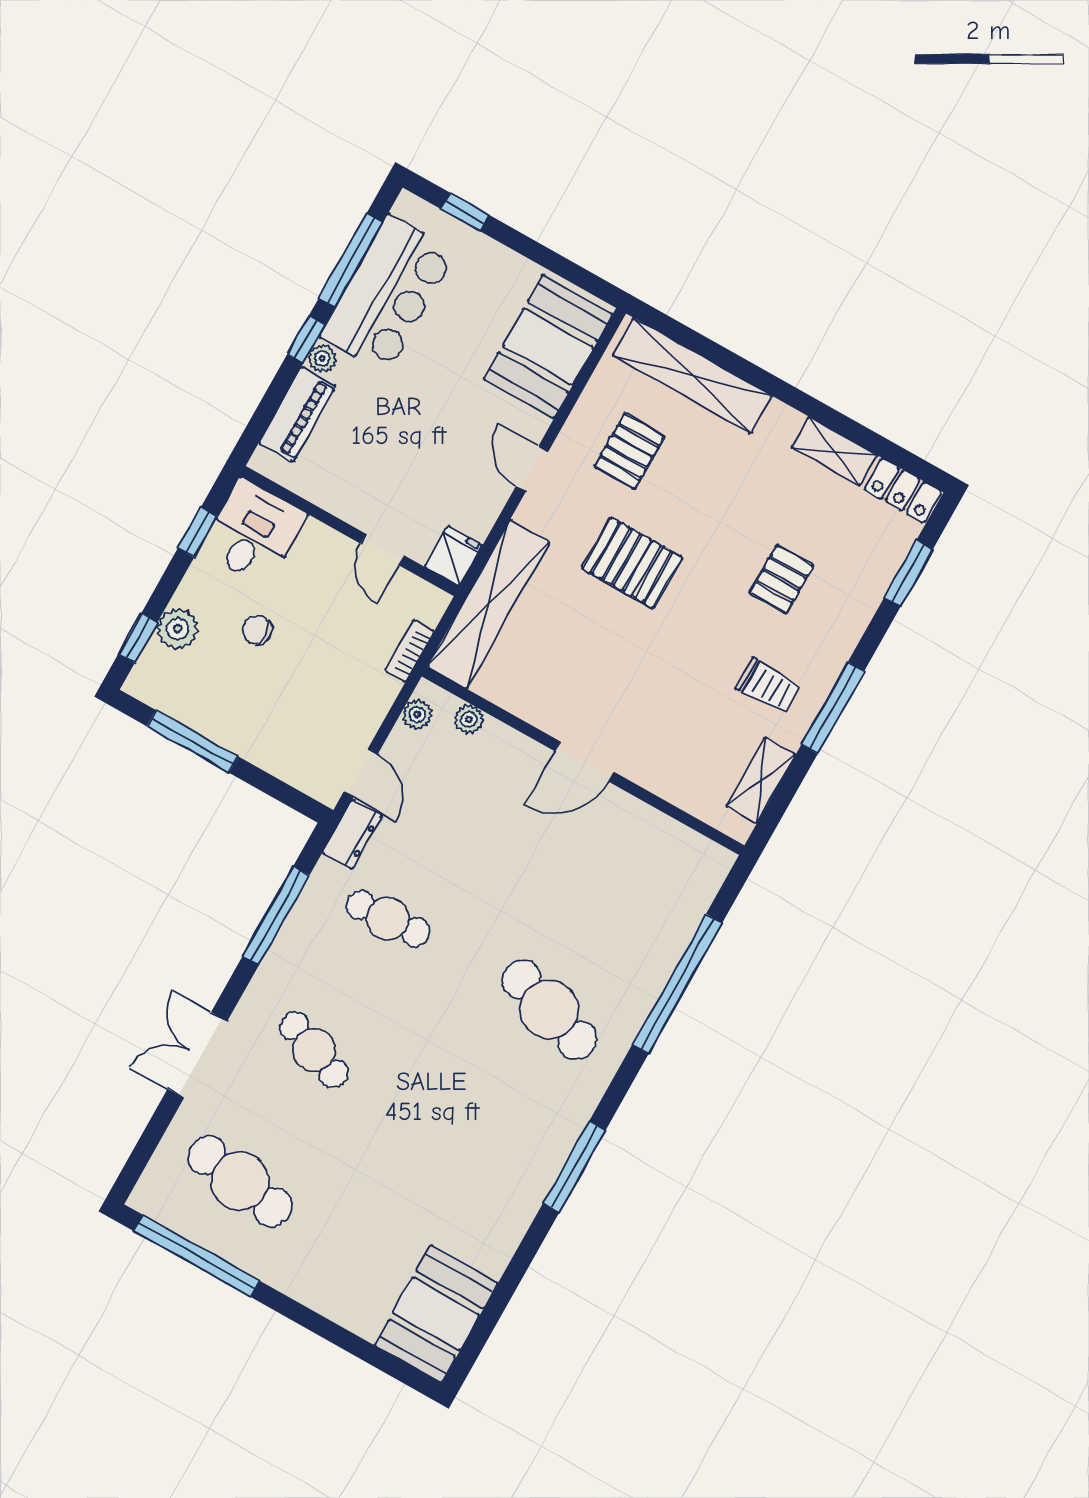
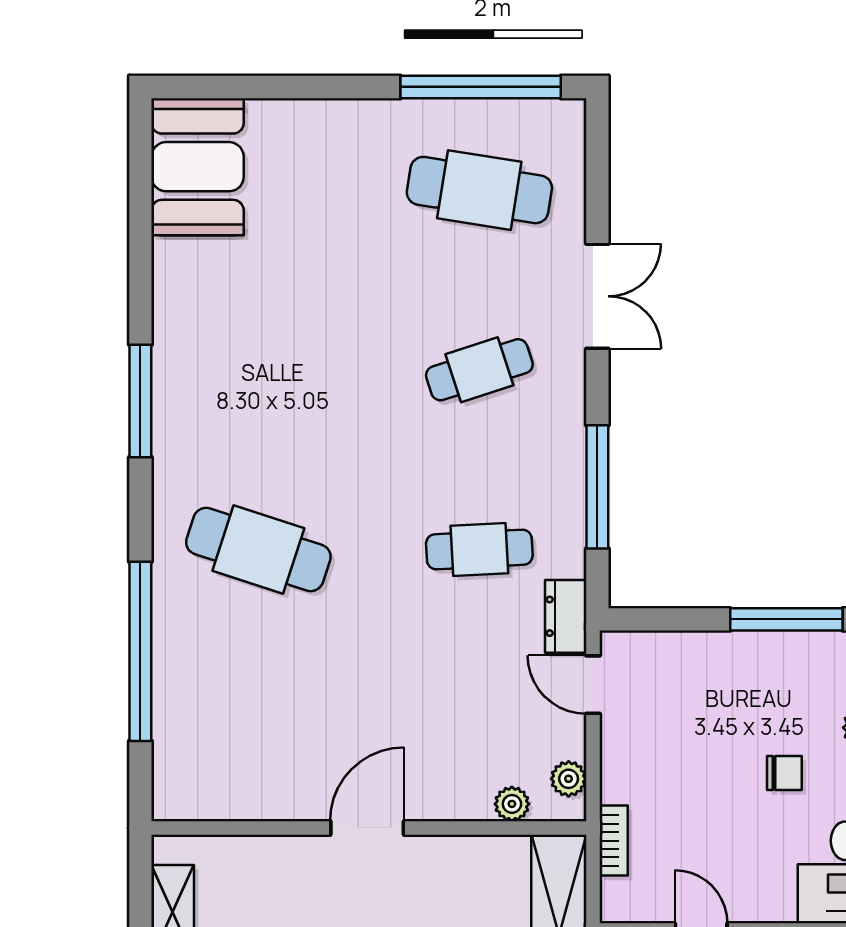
cafe table: (314, 1050) -> (479, 370), turned -39

